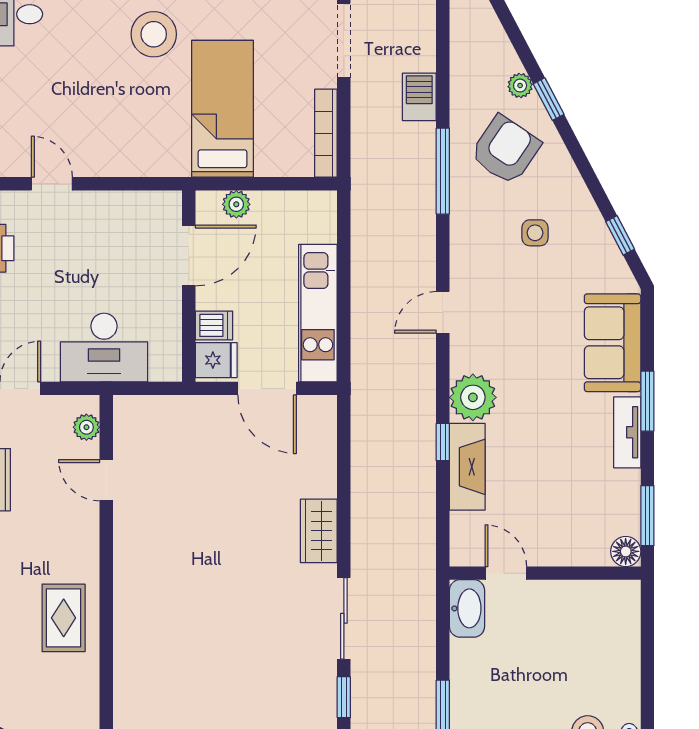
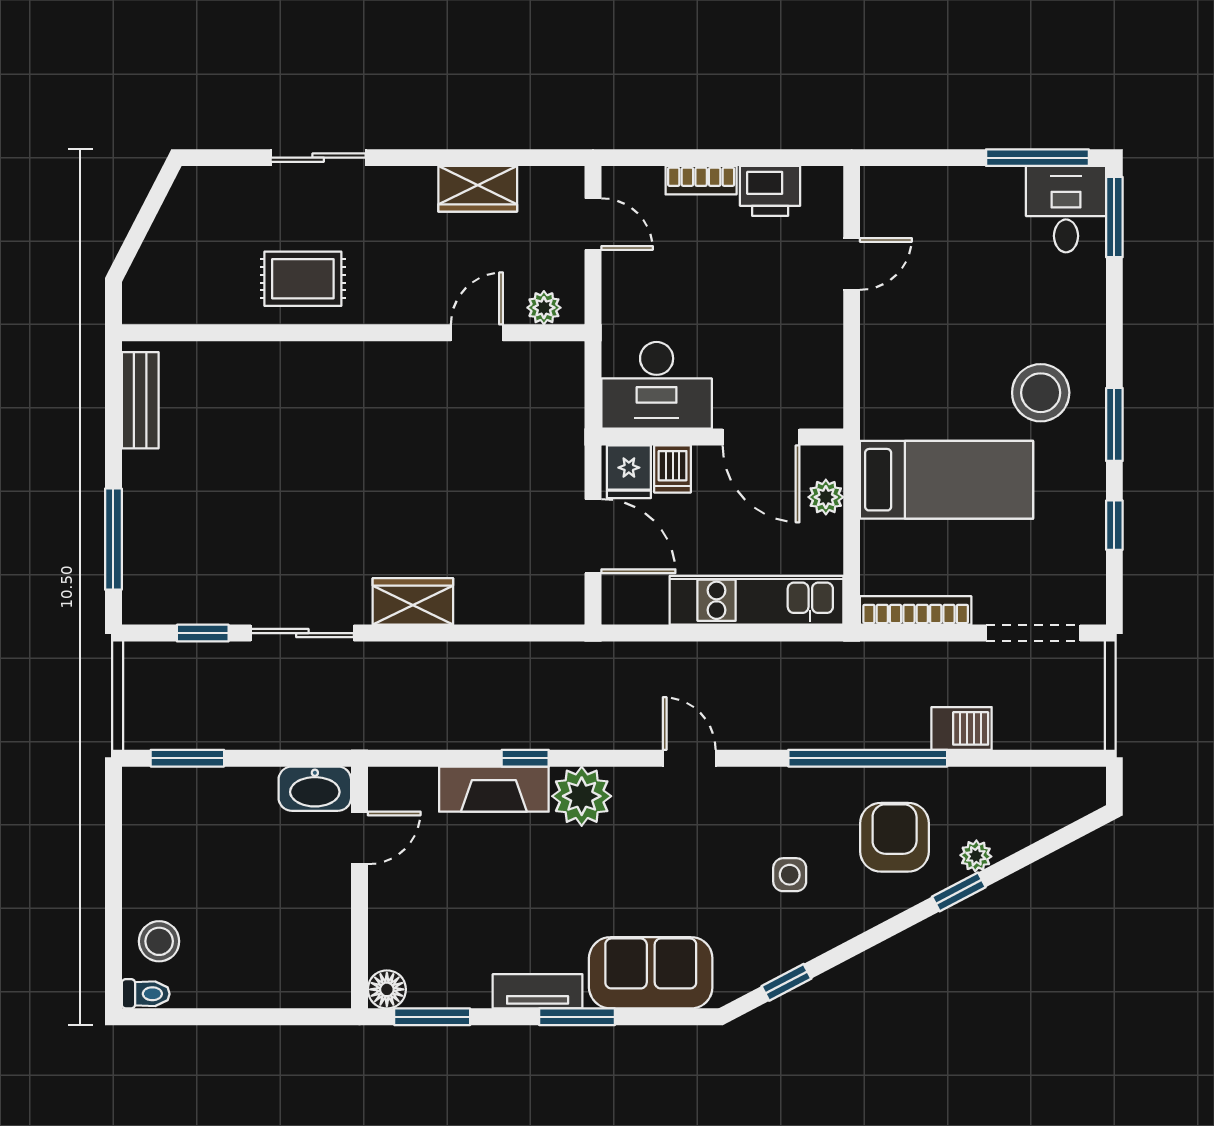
armchair: (505, 150) -> (895, 837), turned -124
window: (443, 171) -> (868, 758), width x1.46
kitchen unit: (318, 313) -> (756, 600), moved
desk: (104, 347) -> (657, 385), moved, turned -90
door: (267, 388) -> (593, 536), swing flipped

